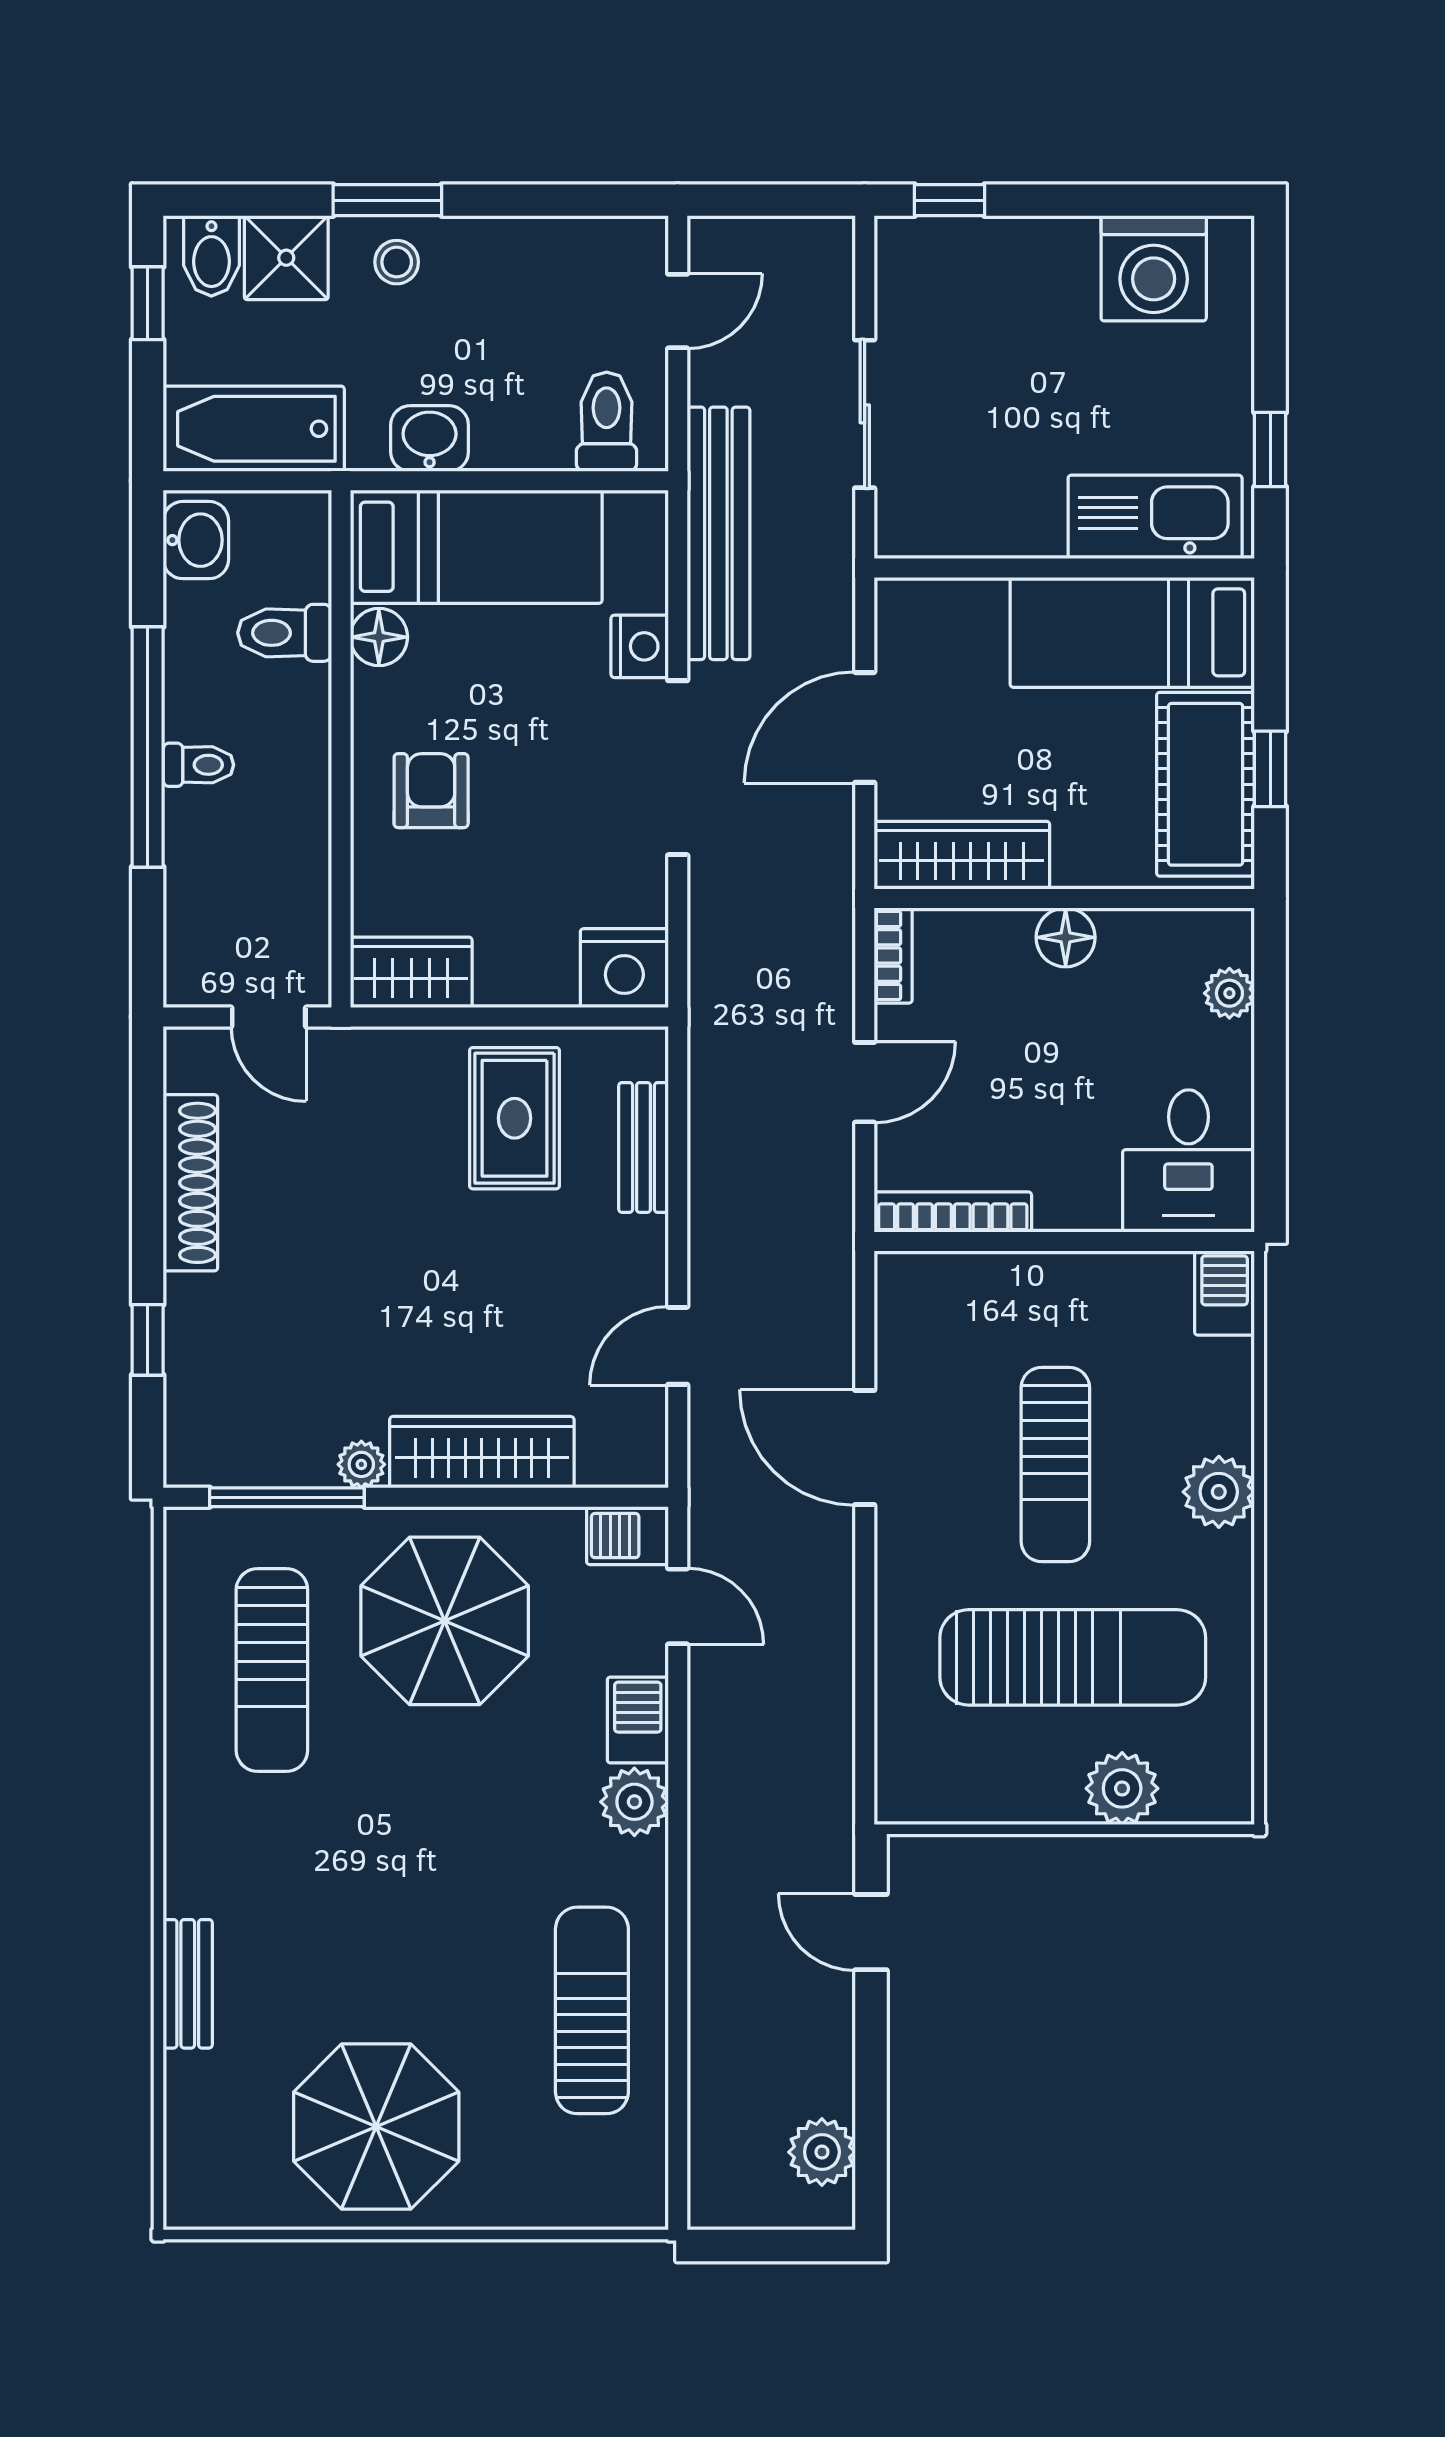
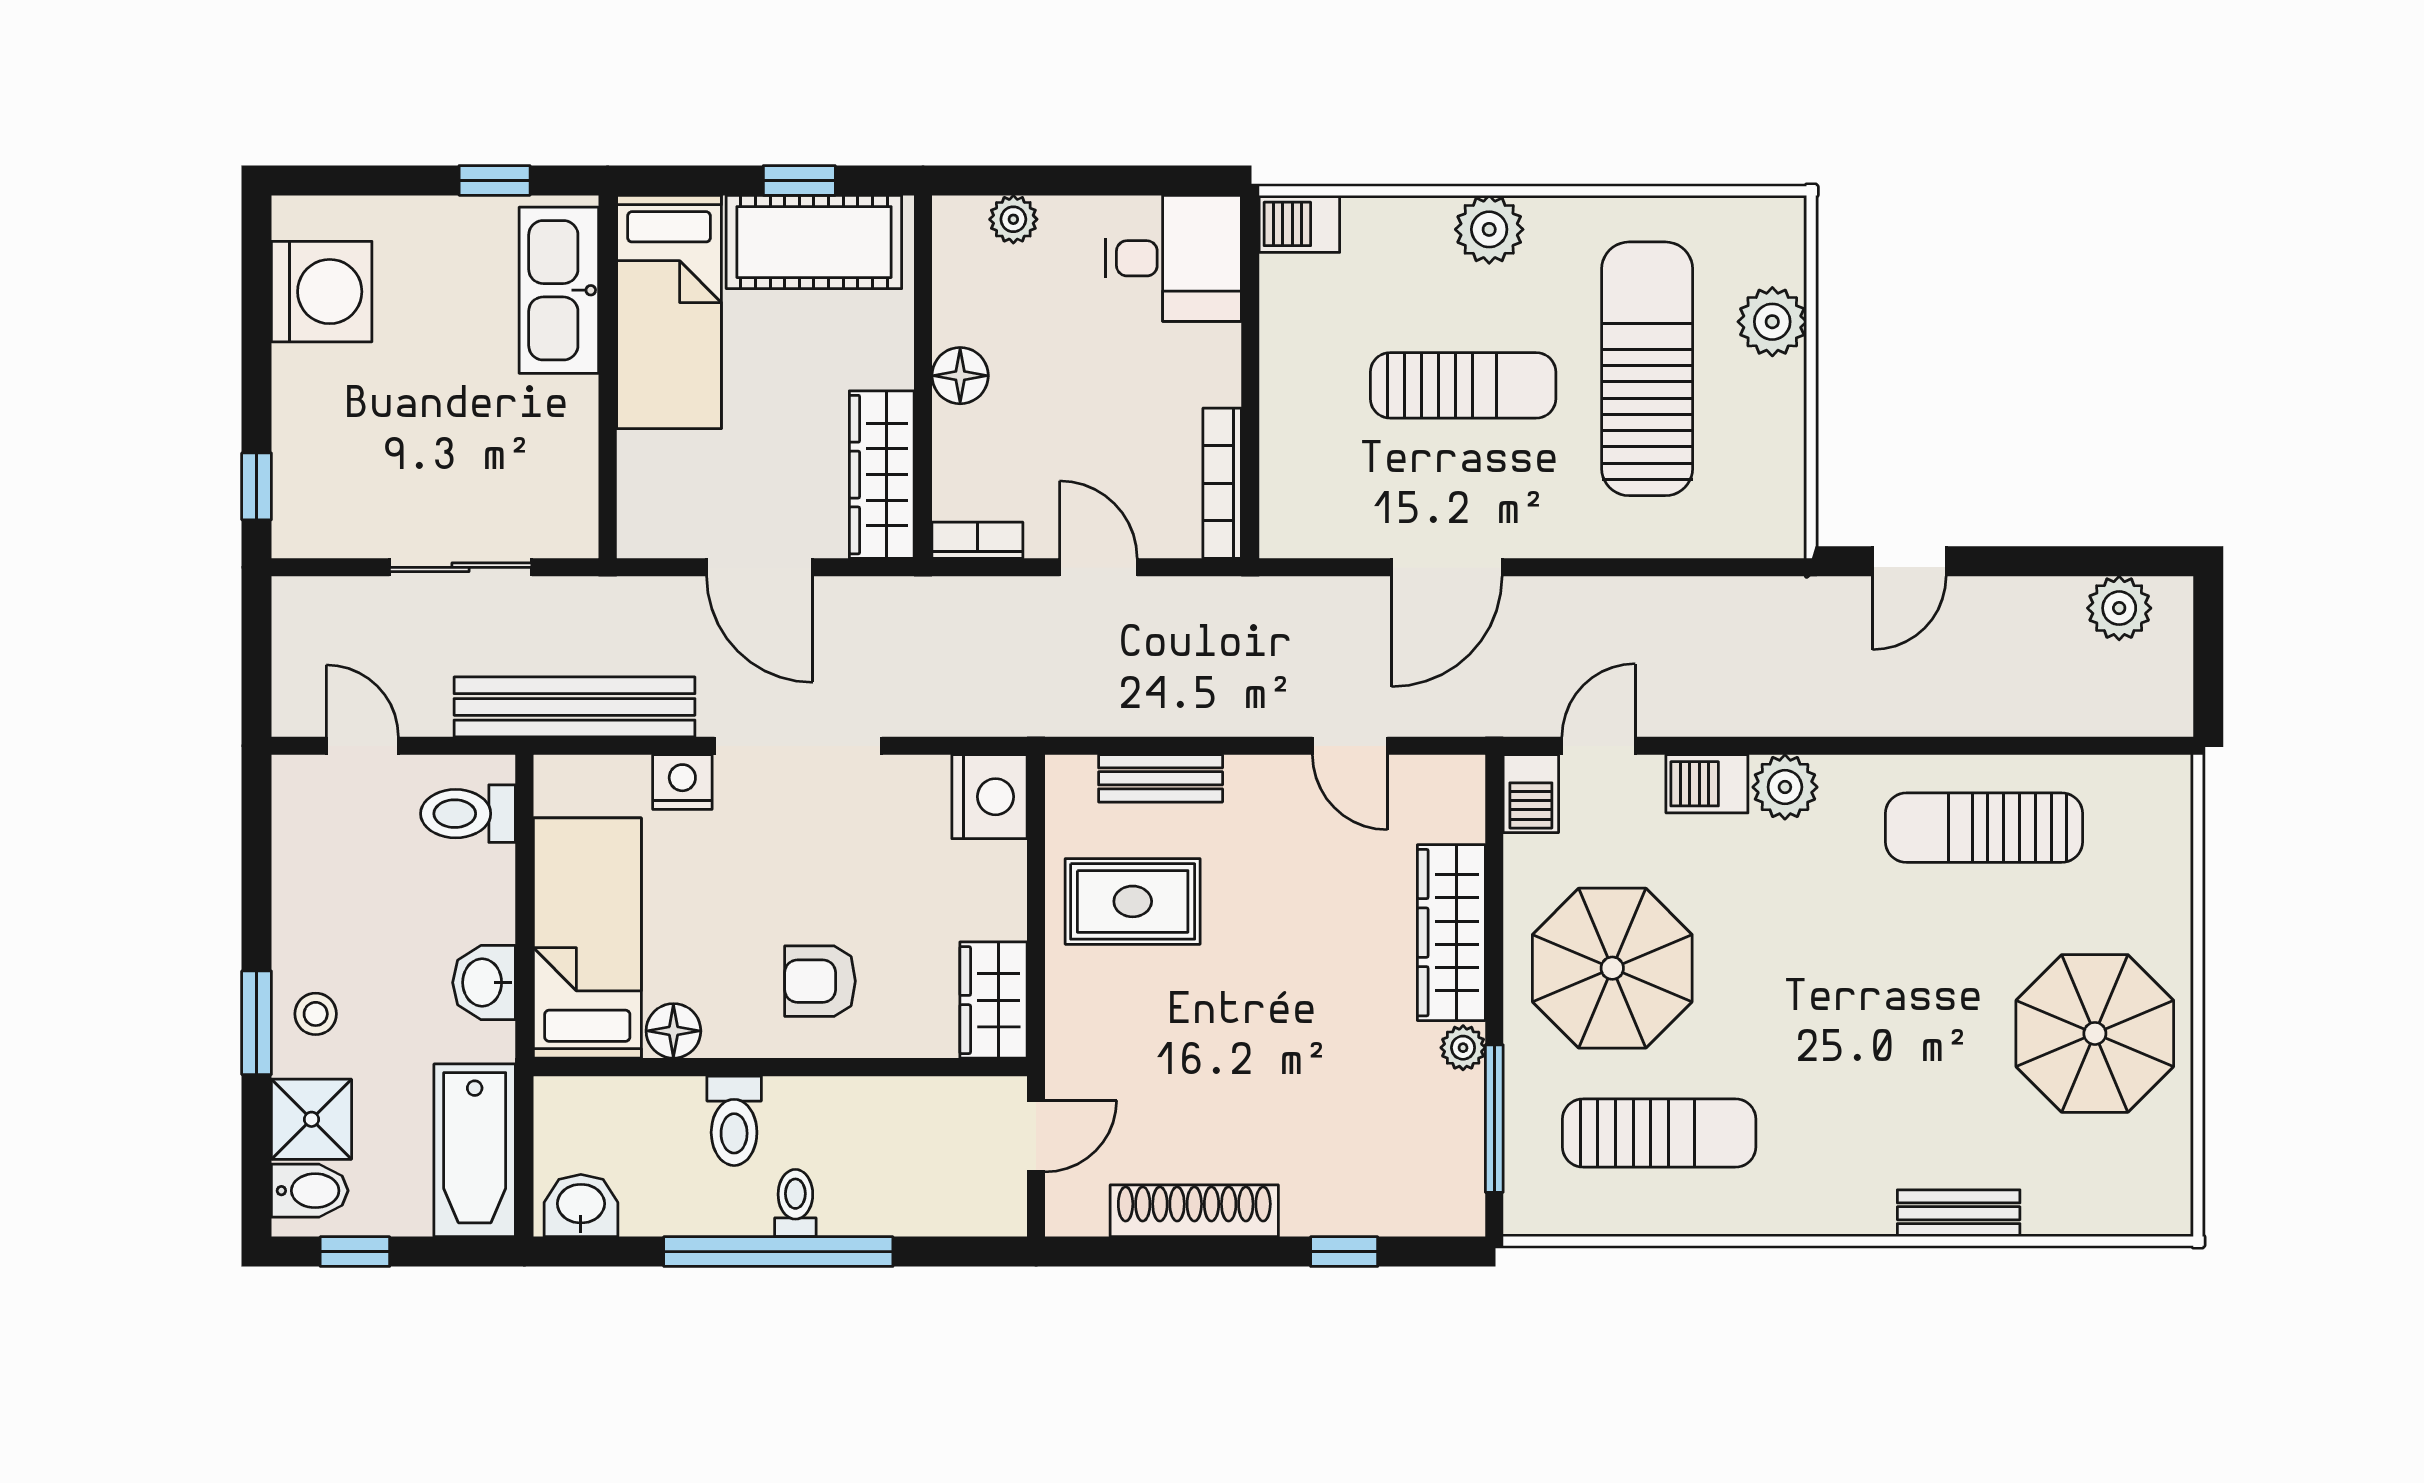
toilet: (285, 633) -> (734, 1121), moved

